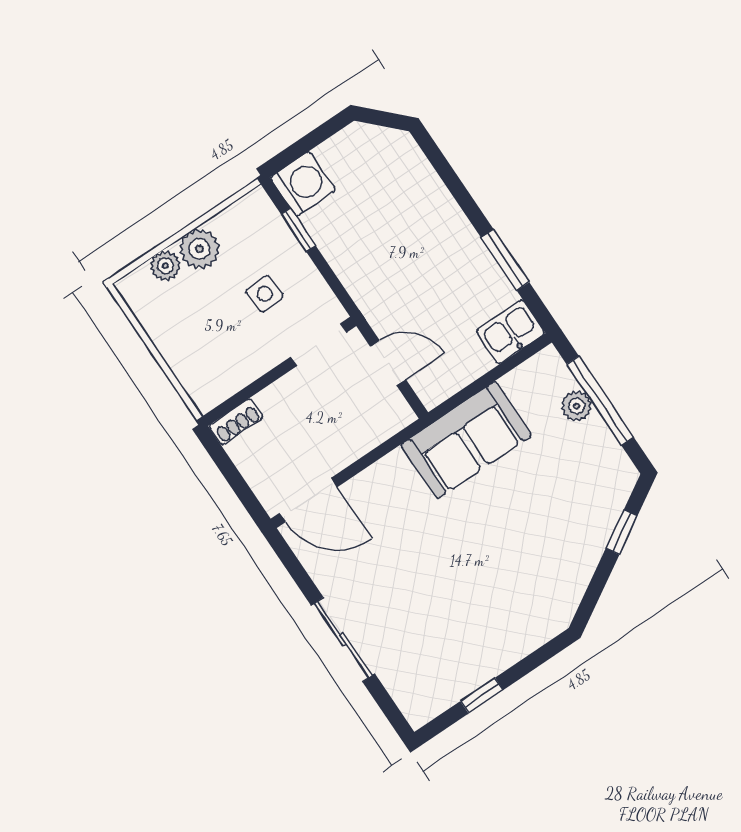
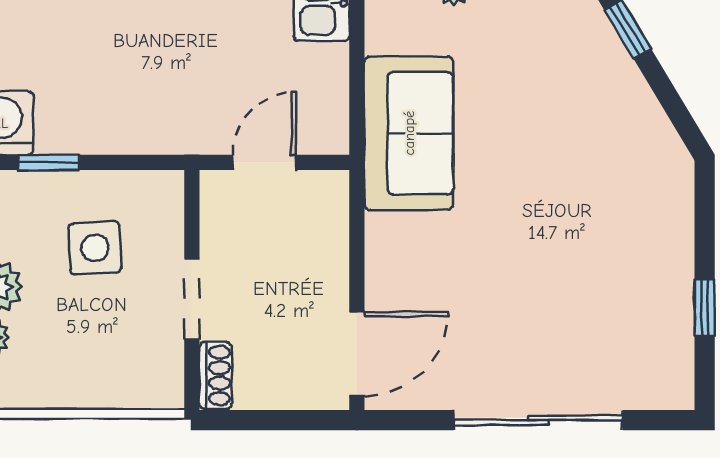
side table: (265, 294) -> (95, 248), width x1.37, depth x1.37
doorway: (319, 345) -> (192, 299), moved
sliding door: (343, 640) -> (538, 420), width x1.37

